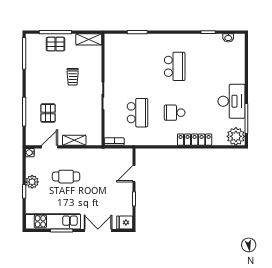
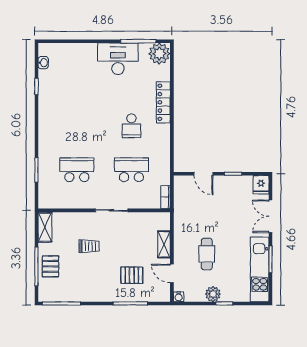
school desk: (175, 66) -> (77, 170), moved

